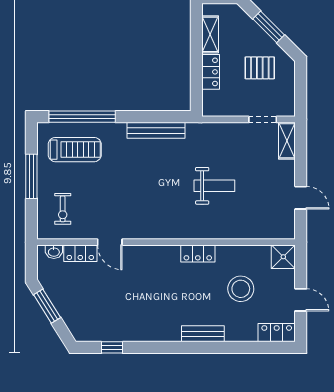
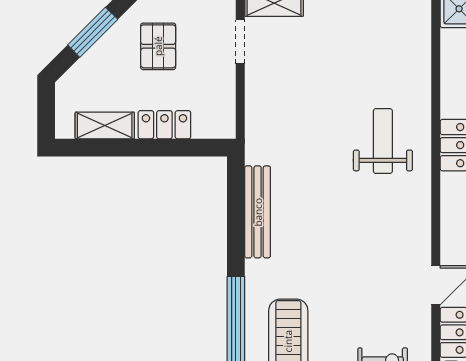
weight bench: (214, 186) -> (383, 141), moved

